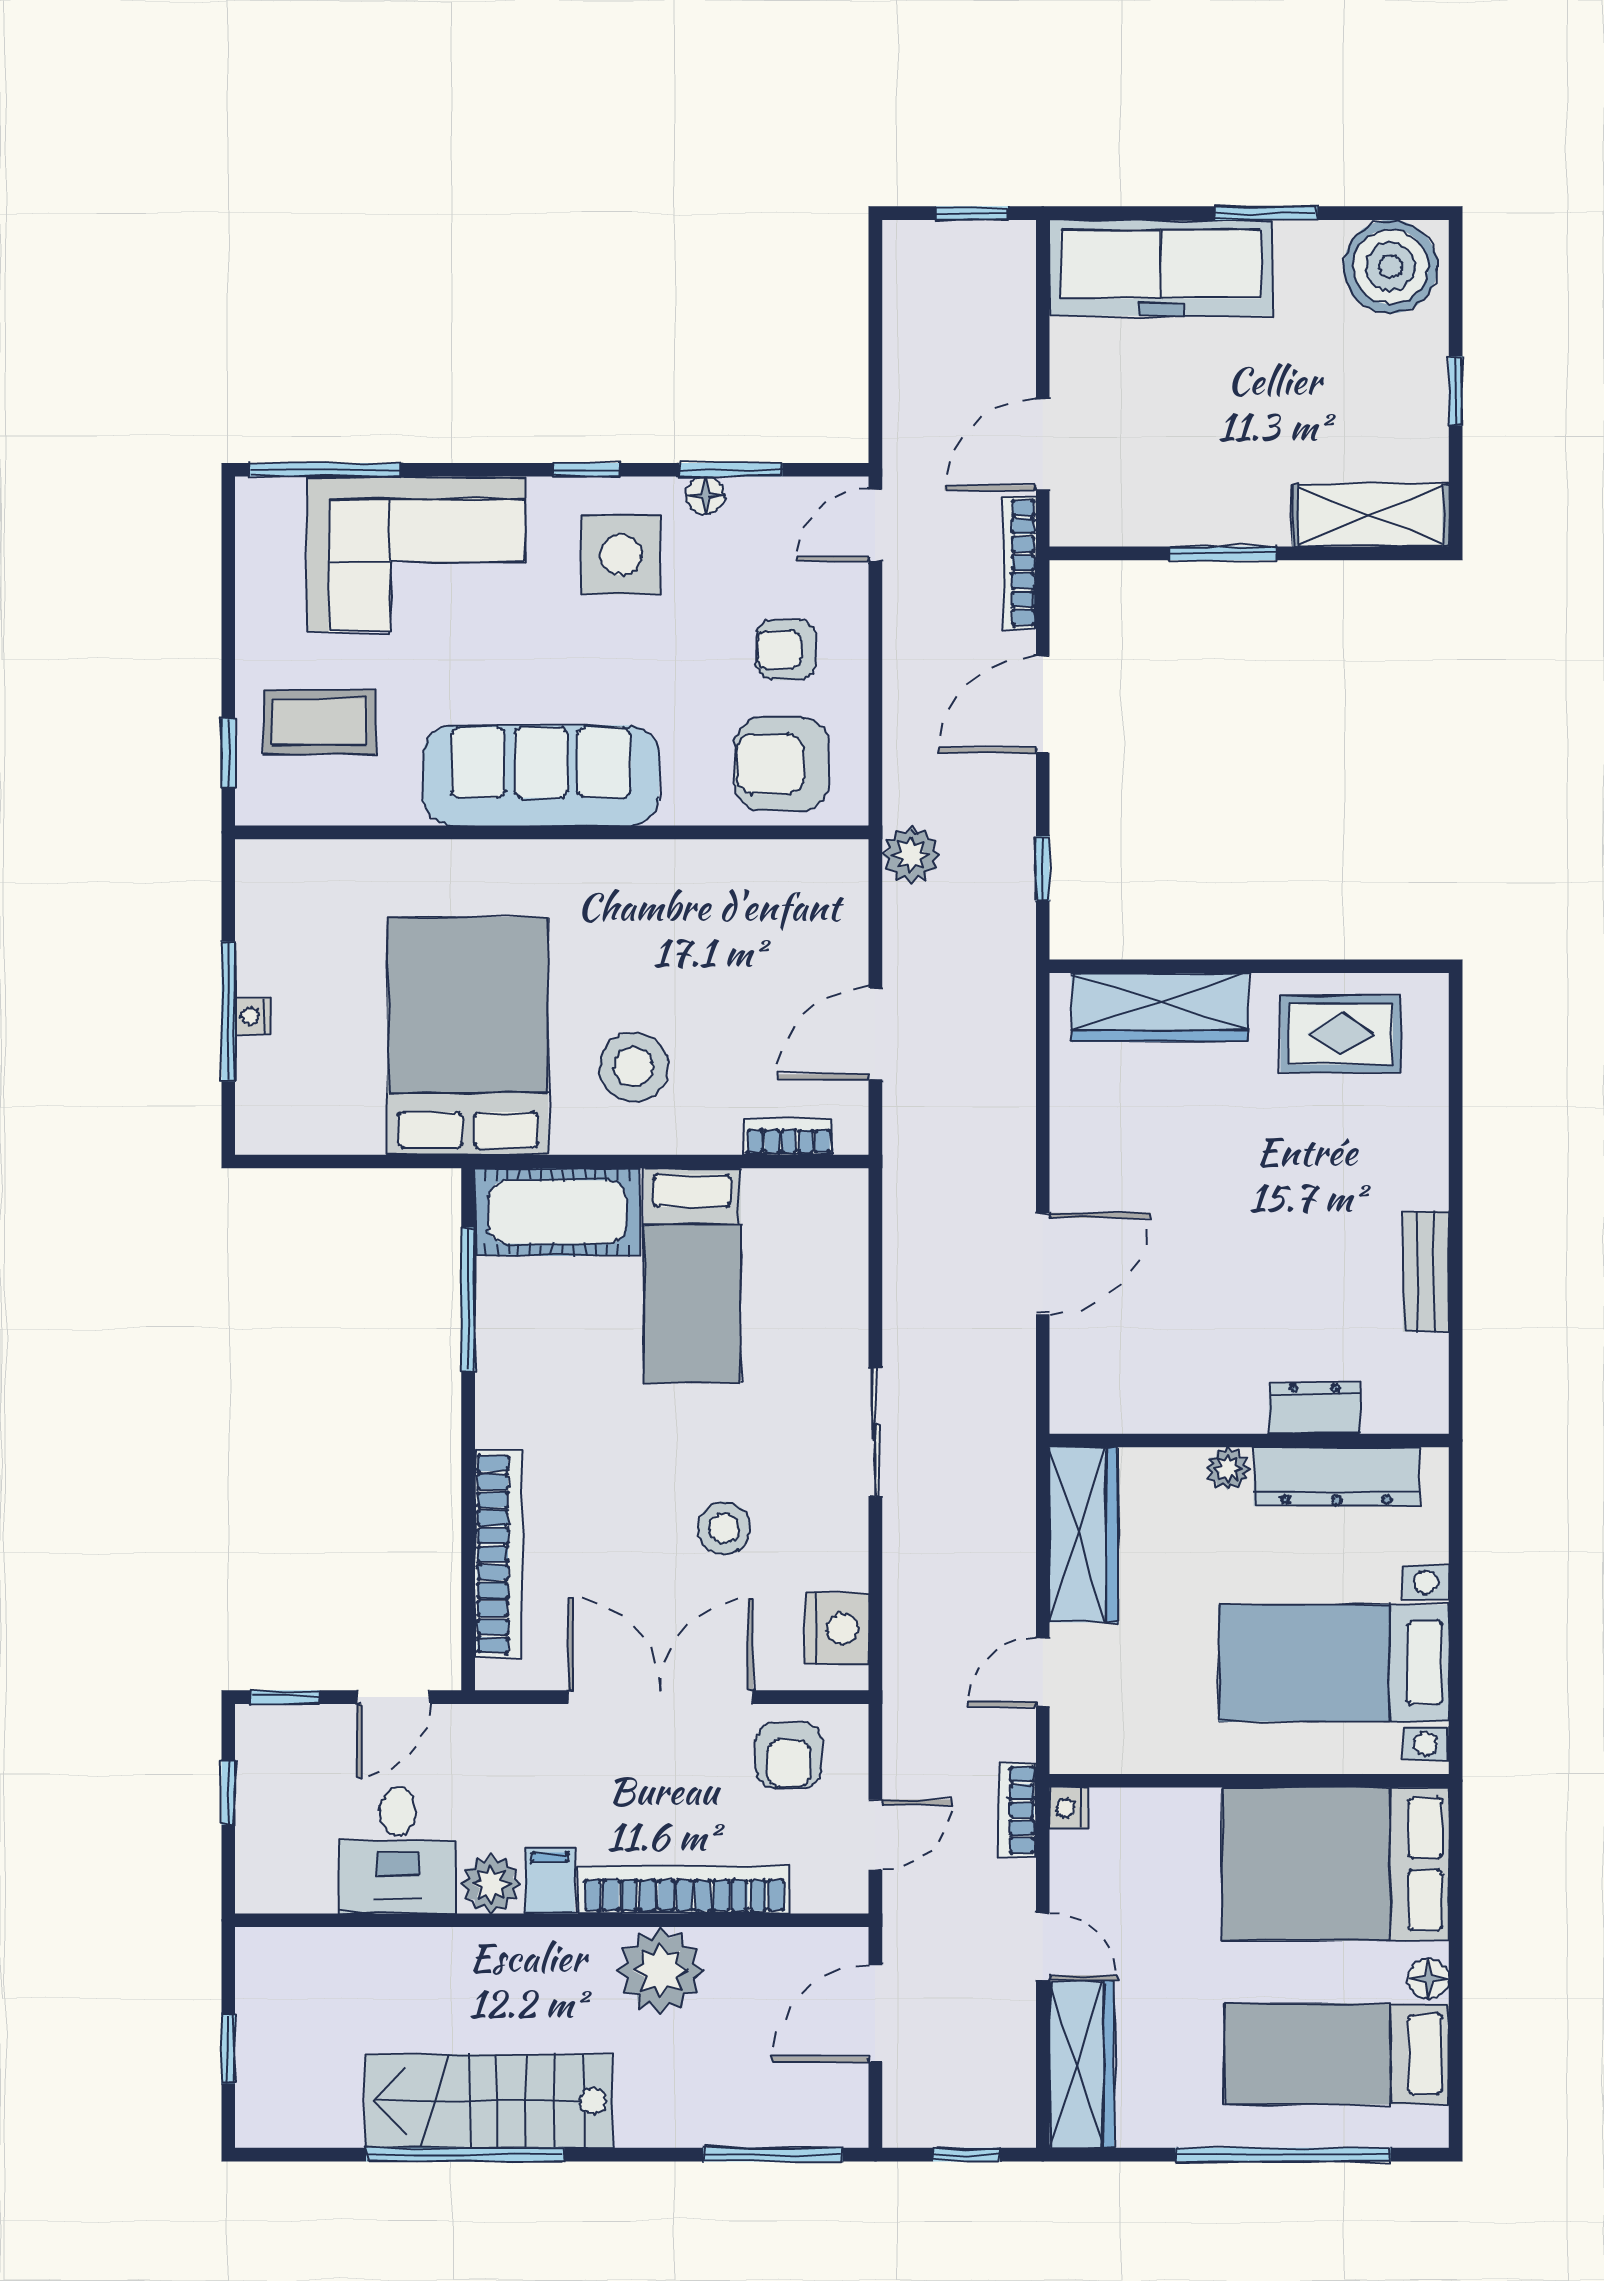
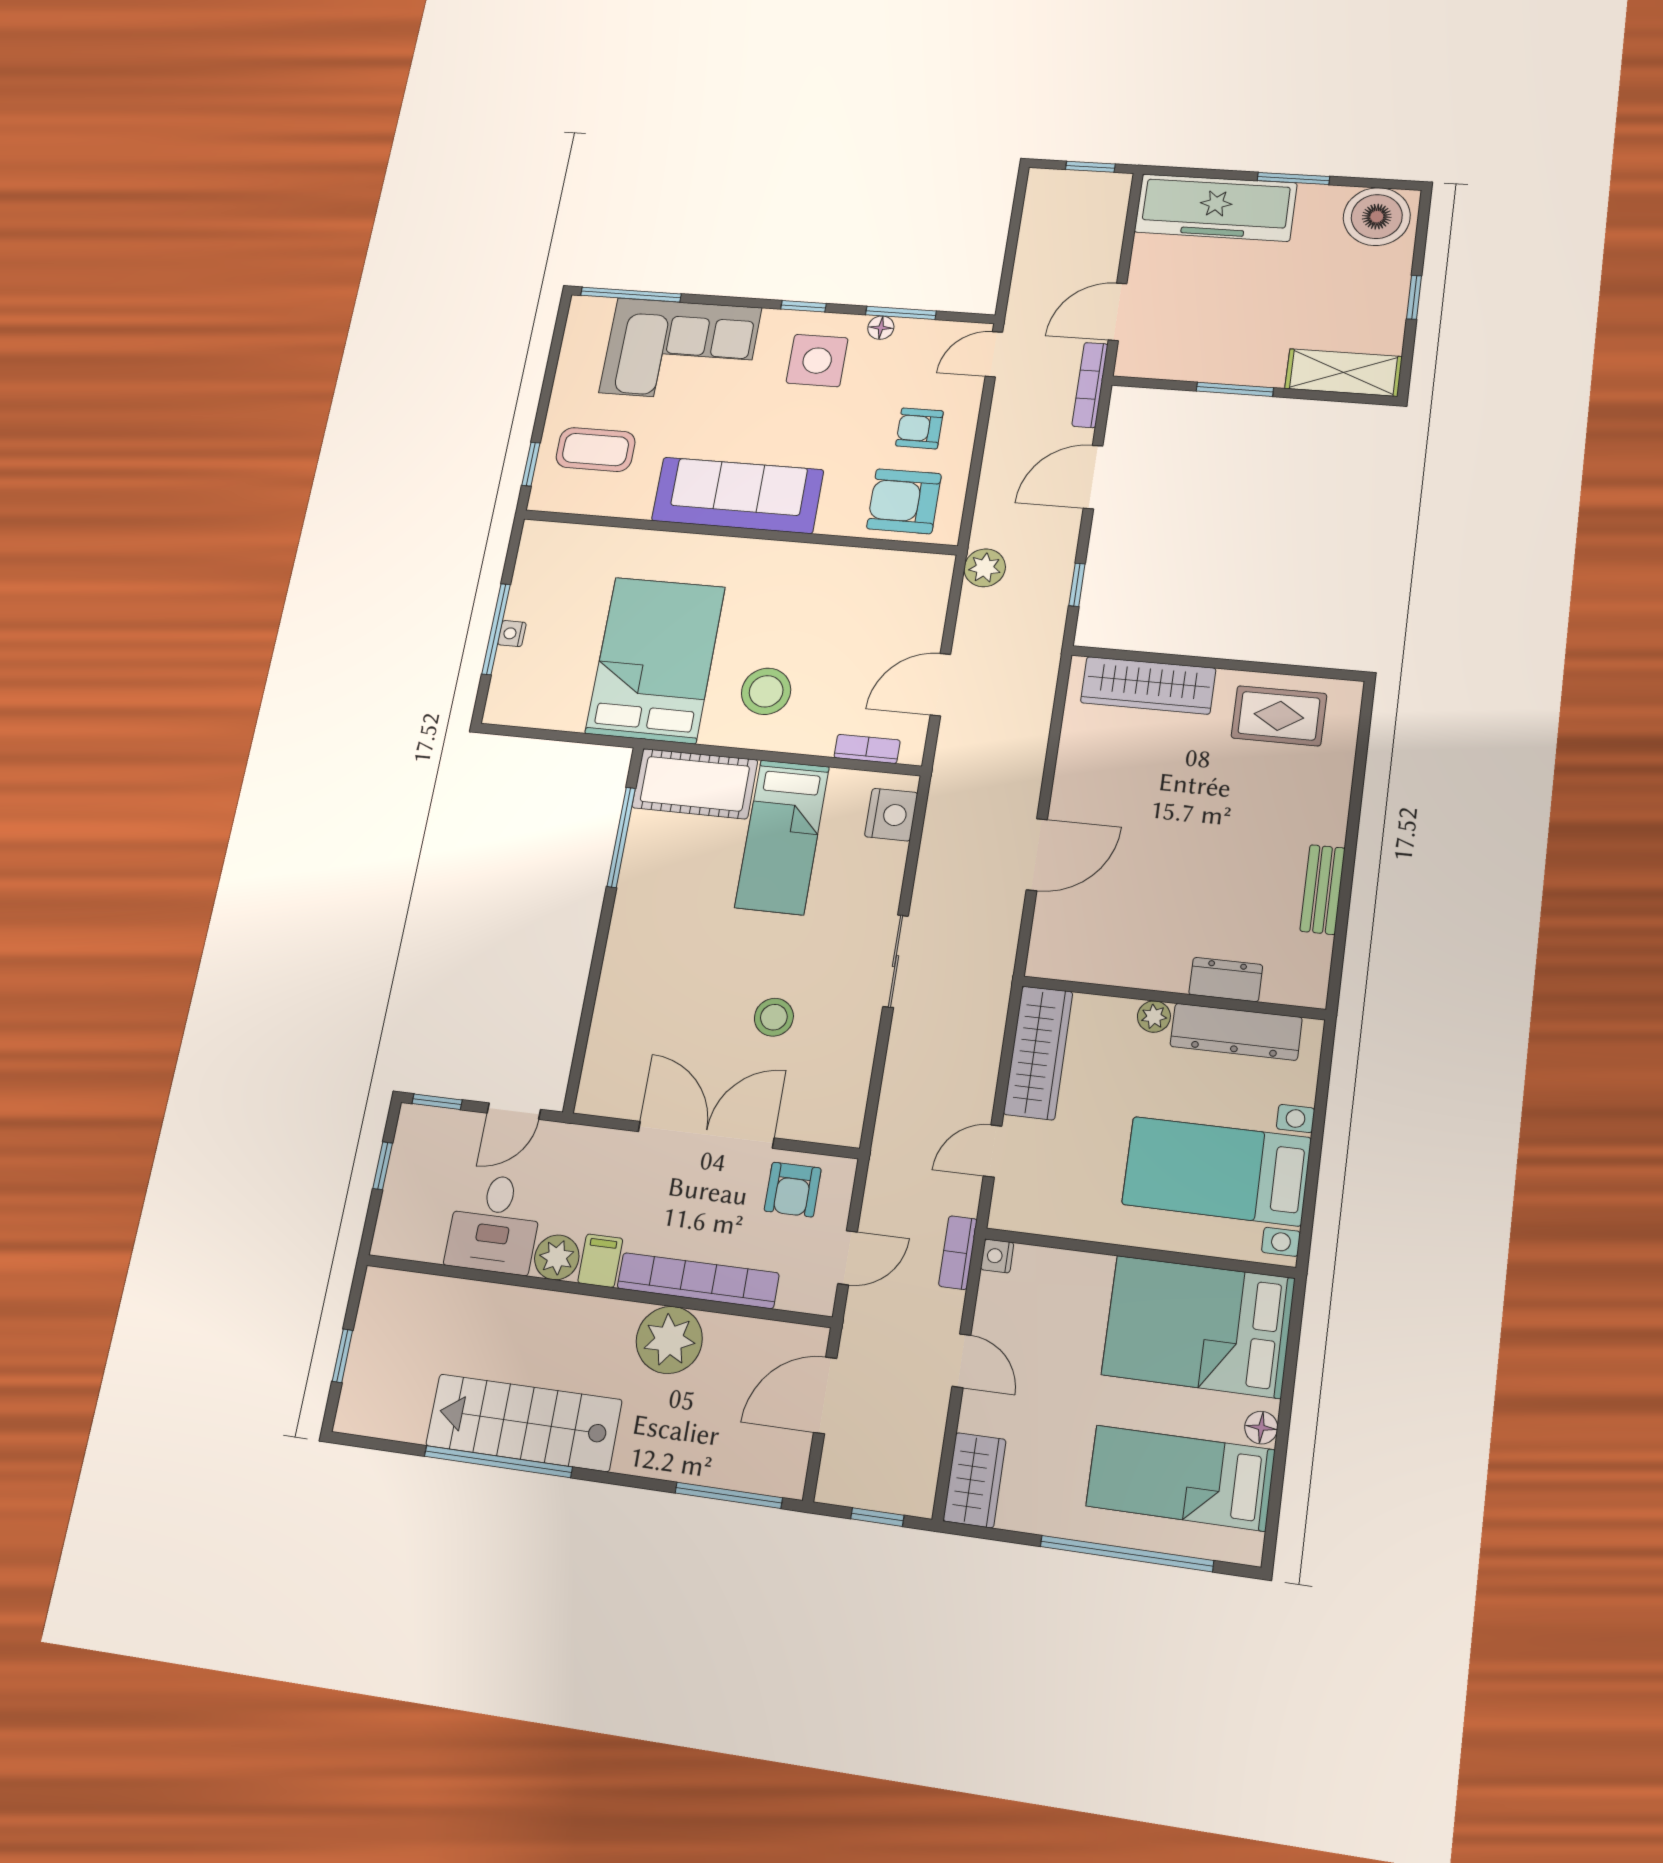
bookcase: (498, 1554) -> (608, 1017), removed
nightstand: (837, 1629) -> (891, 815), moved
wardrobe: (1082, 2064) -> (975, 1480), width x0.67

